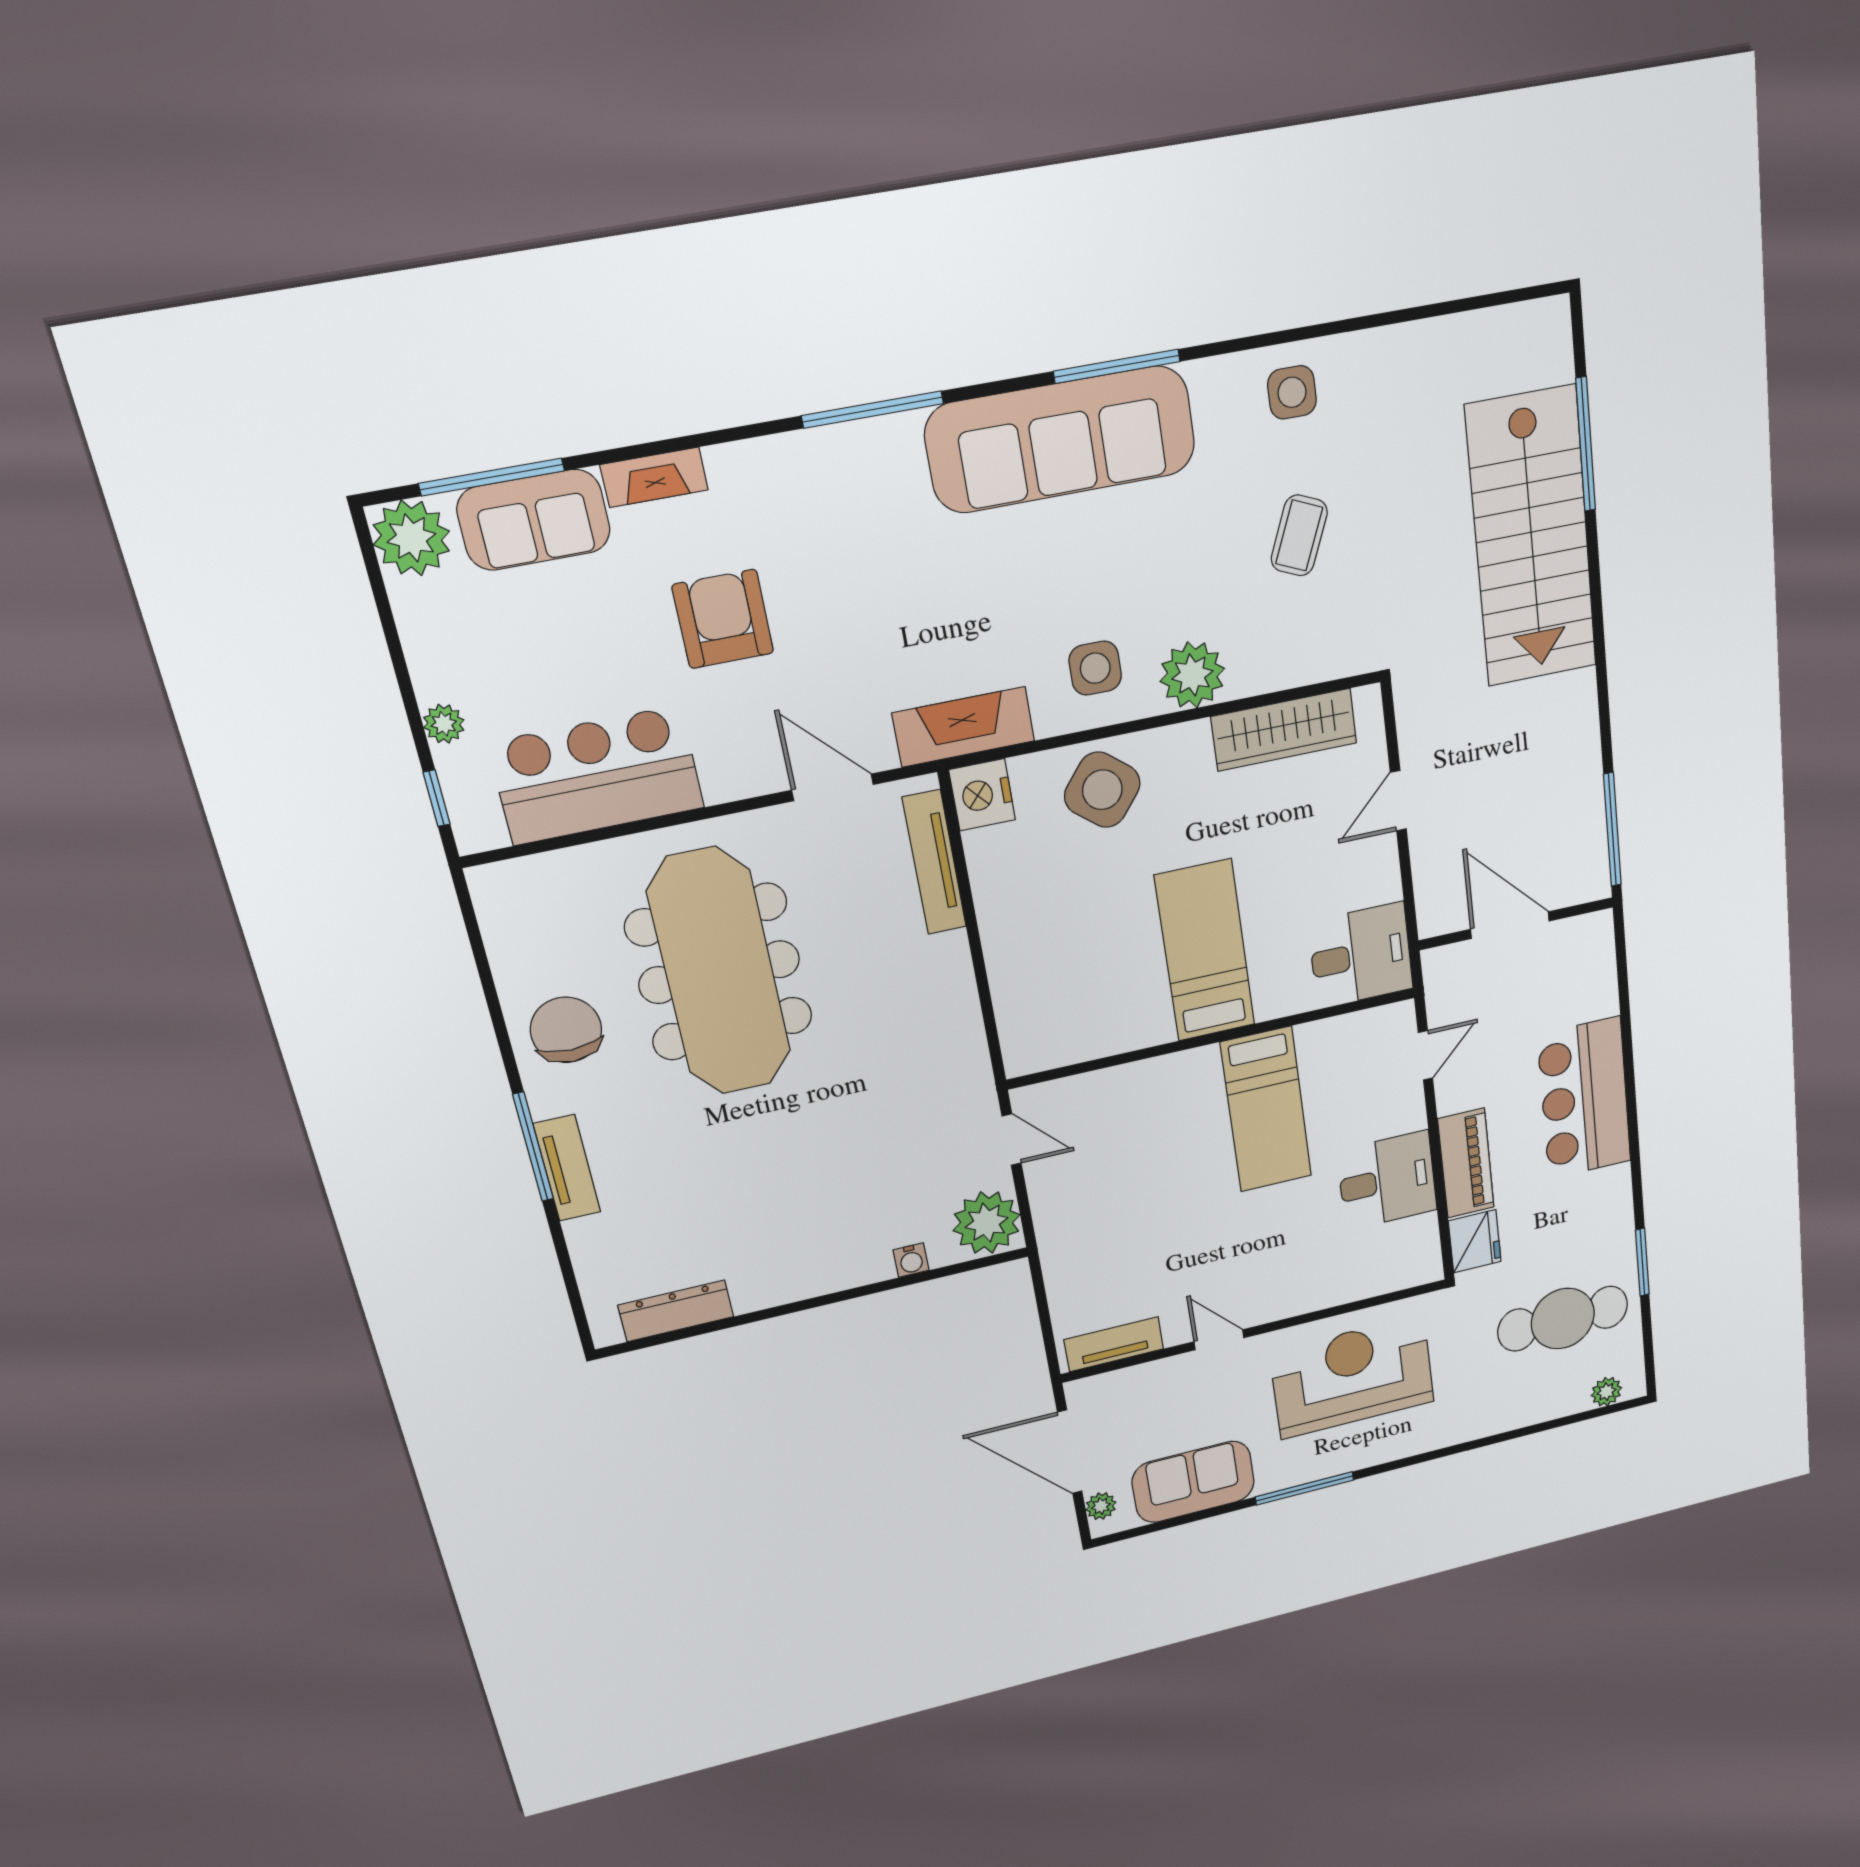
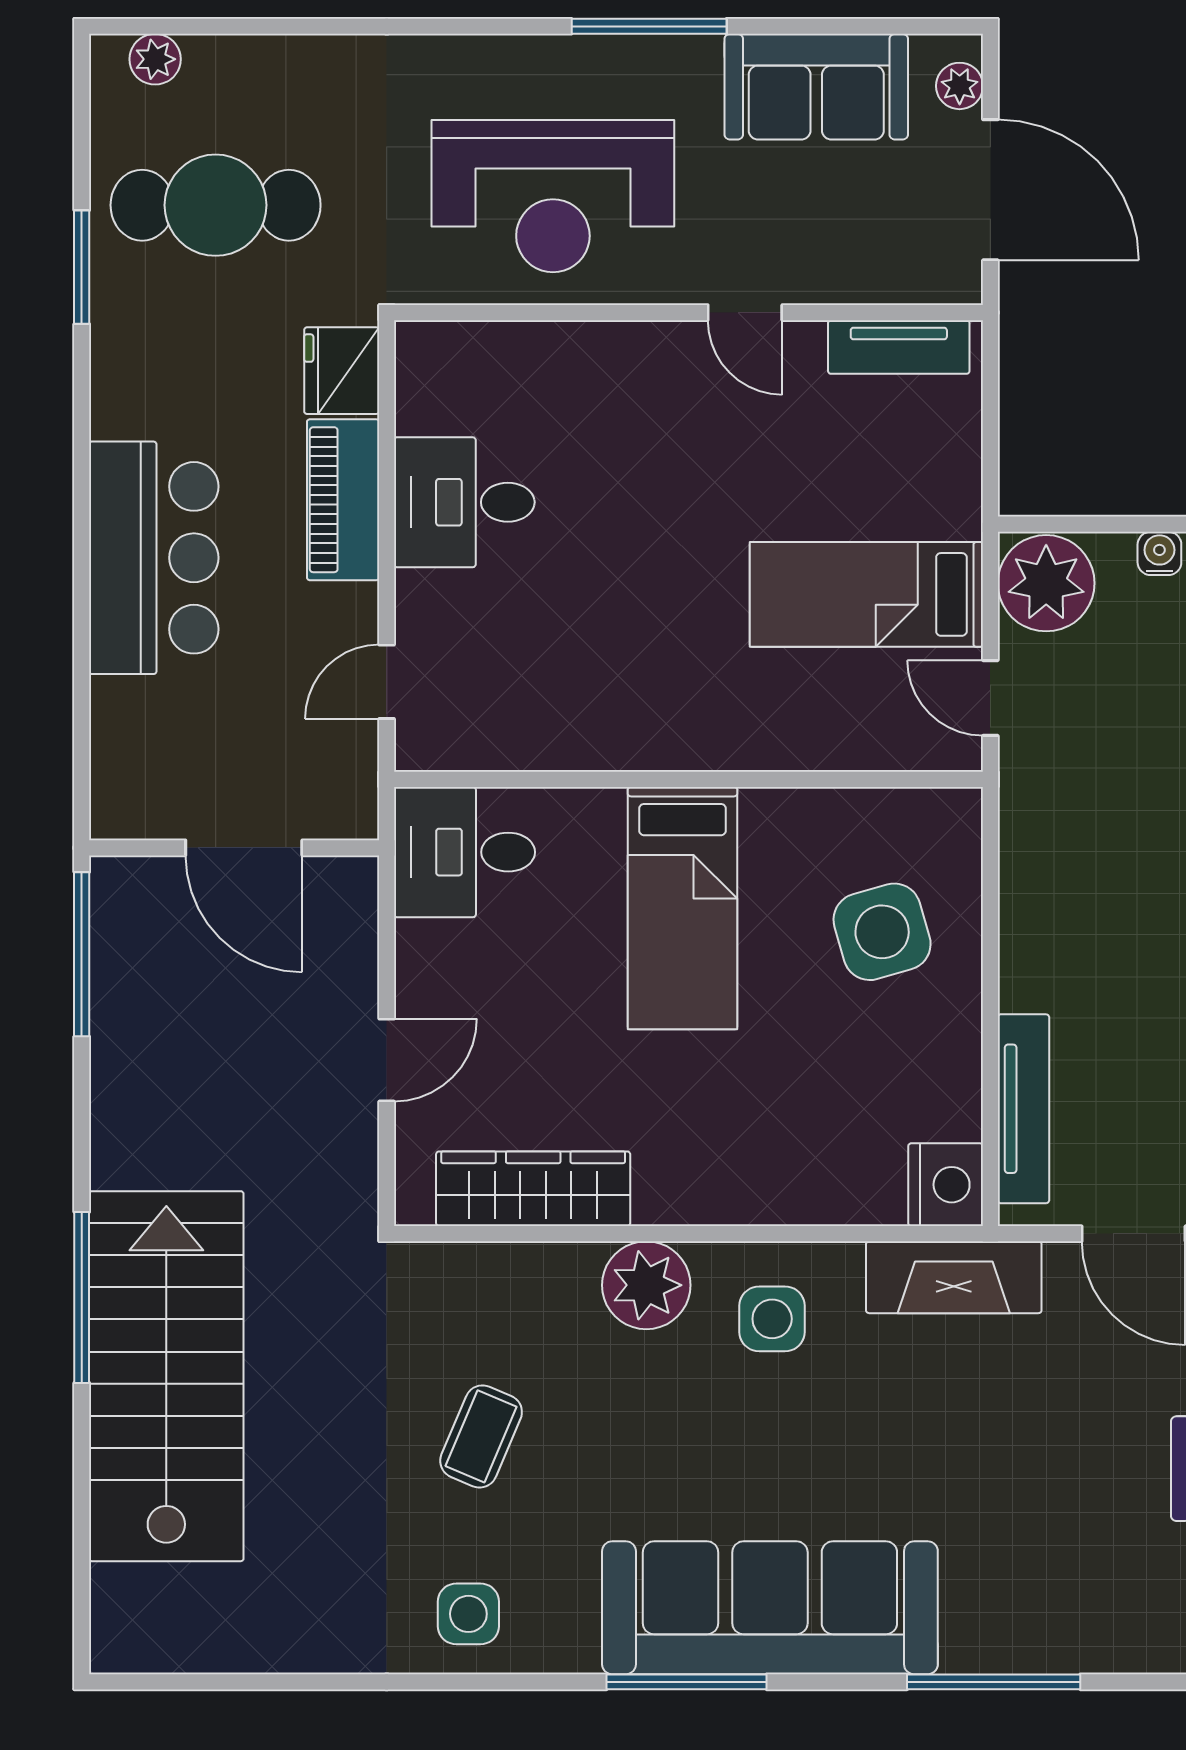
window: (1586, 444) -> (82, 1297), moved
side table: (1102, 790) -> (882, 932), moved, turned 35
bed: (1266, 1110) -> (866, 594), moved, turned -90

